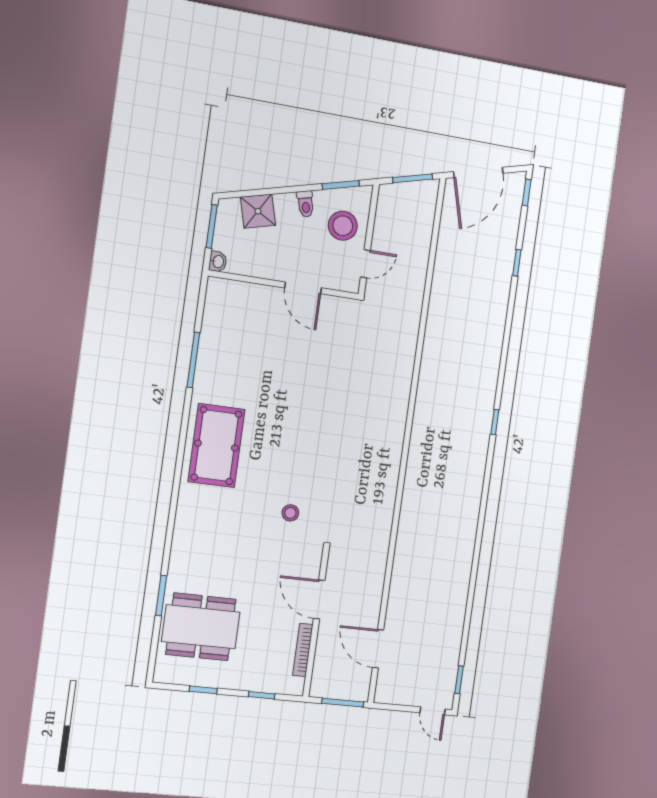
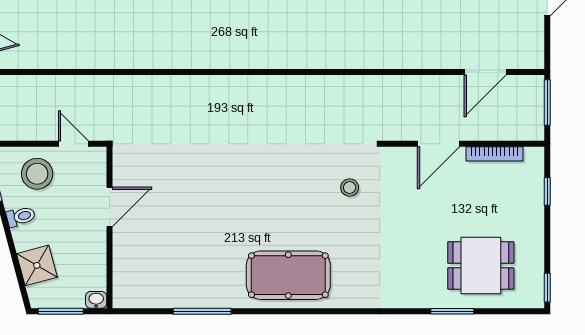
dining table: (201, 627) -> (481, 265), width x0.73
window: (203, 690) -> (547, 288), moved

